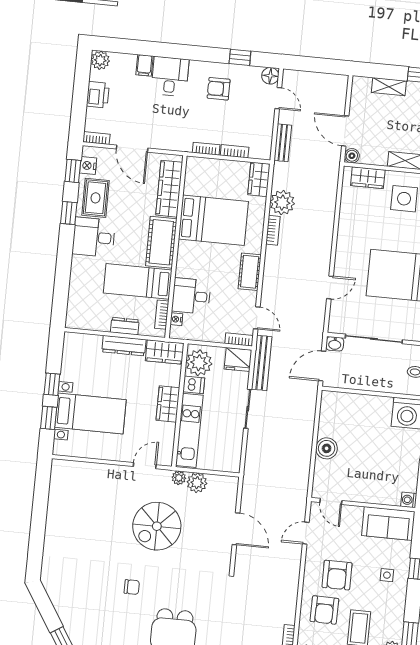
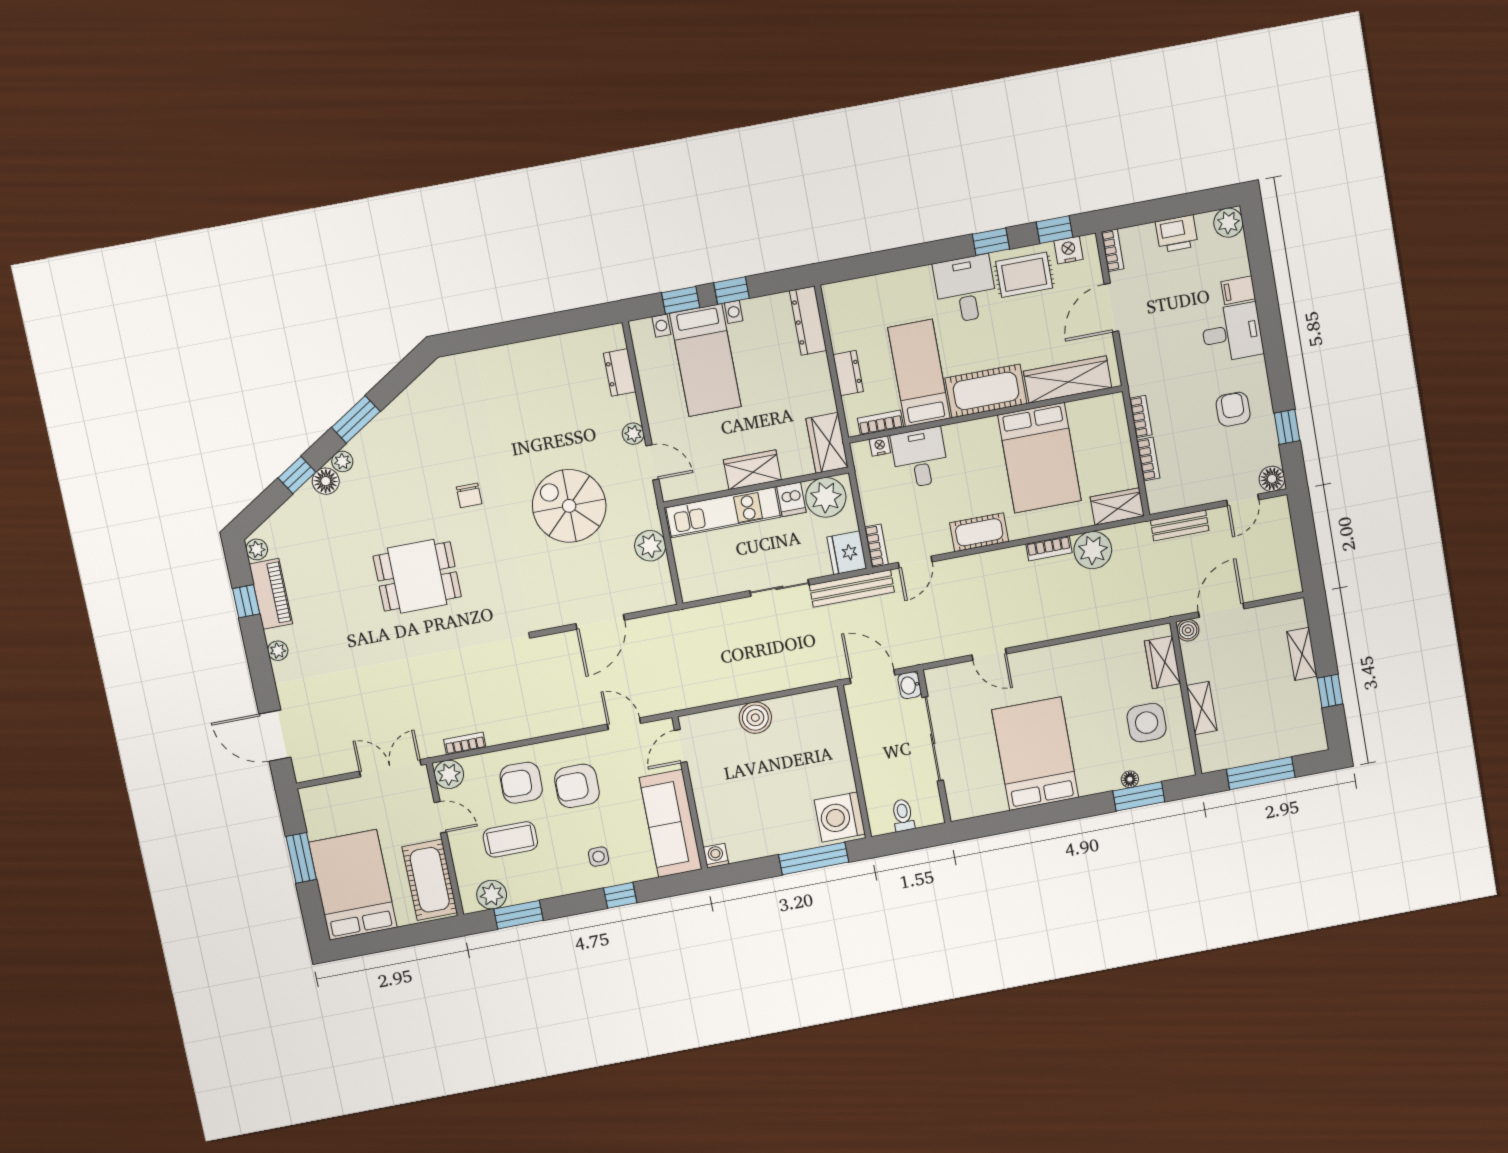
dresser: (124, 346) -> (808, 321), moved
dresser: (82, 469) -> (620, 372), added
plant: (179, 478) -> (633, 434), moved
sofa: (388, 524) -> (671, 824), width x1.36

